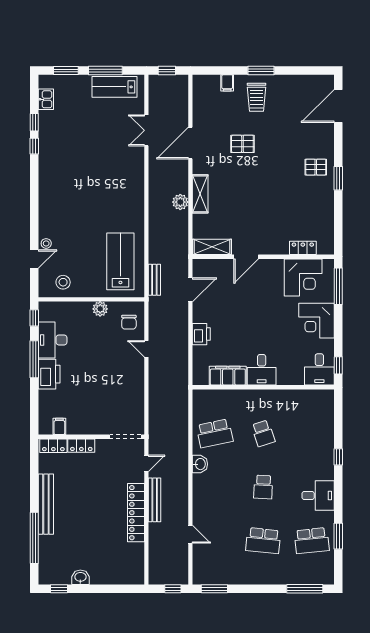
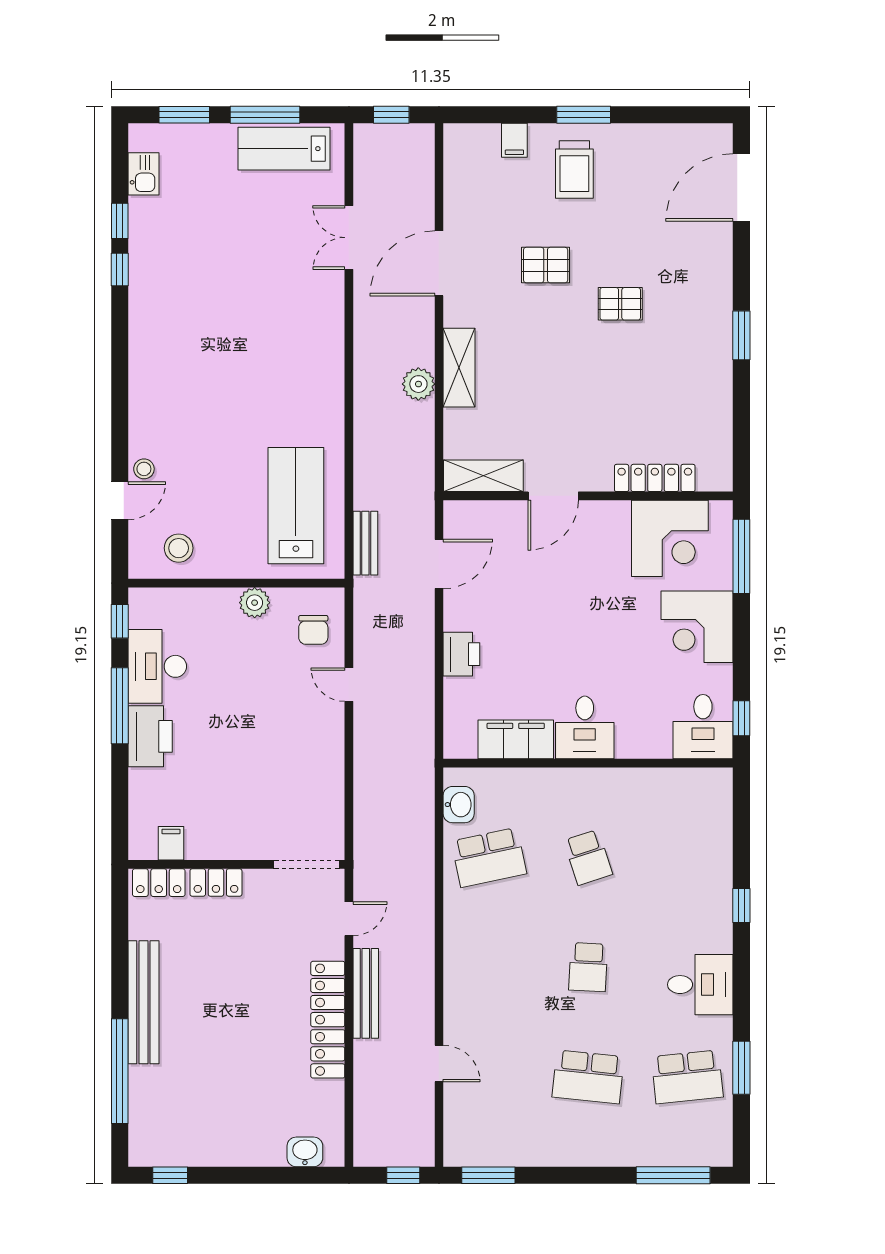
pallet: (316, 167) -> (620, 304), moved
locker: (303, 248) -> (655, 478), width x1.53
washbasin: (200, 464) -> (459, 805), moved
washbasin: (80, 577) -> (305, 1152), moved

